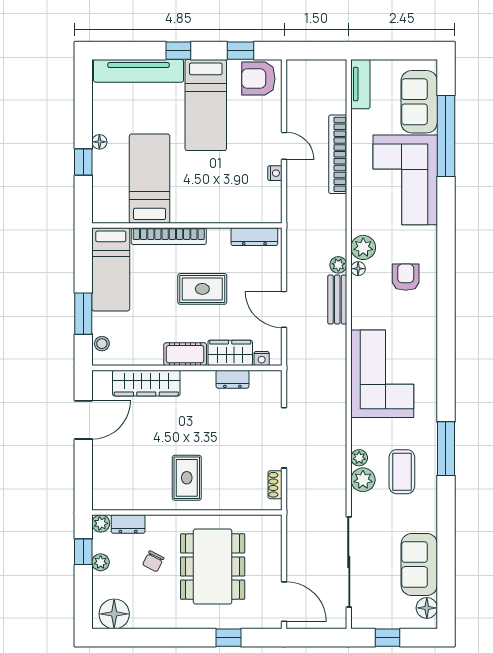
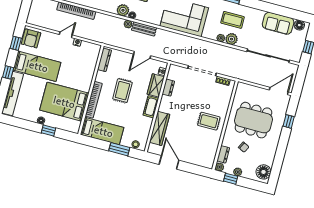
bed: (150, 179) -> (64, 102), width x1.50

